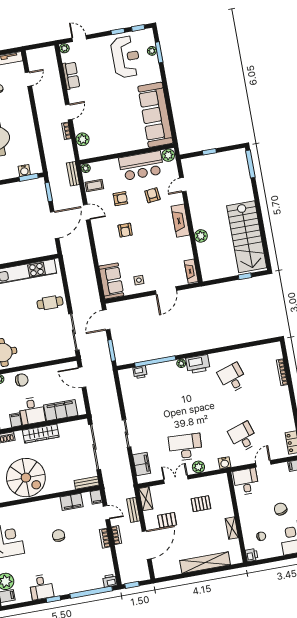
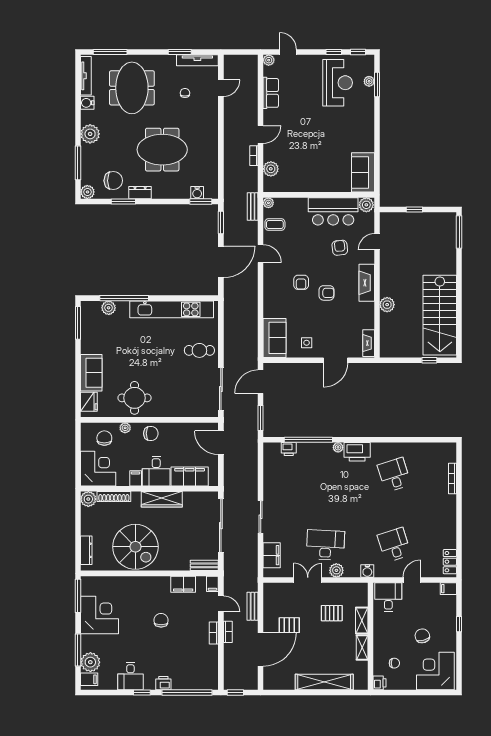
sofa: (155, 115) -> (363, 172), width x0.54, depth x0.79
armchair: (120, 199) -> (327, 293), moved
shelving: (146, 499) -> (362, 621), moved
printer: (110, 581) -> (163, 683), moved

